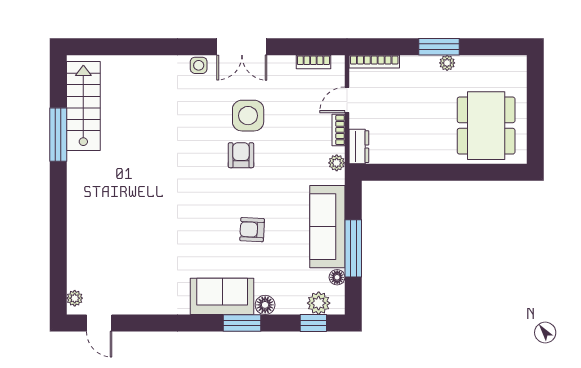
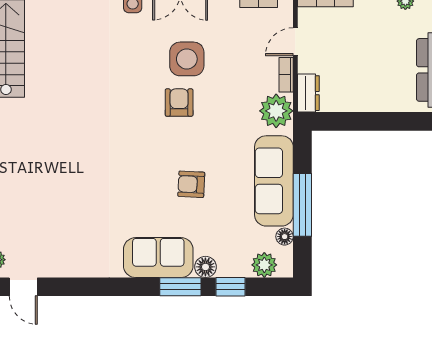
plant: (337, 163) -> (276, 111), width x1.87, depth x1.87
window: (313, 323) -> (230, 287), moved

